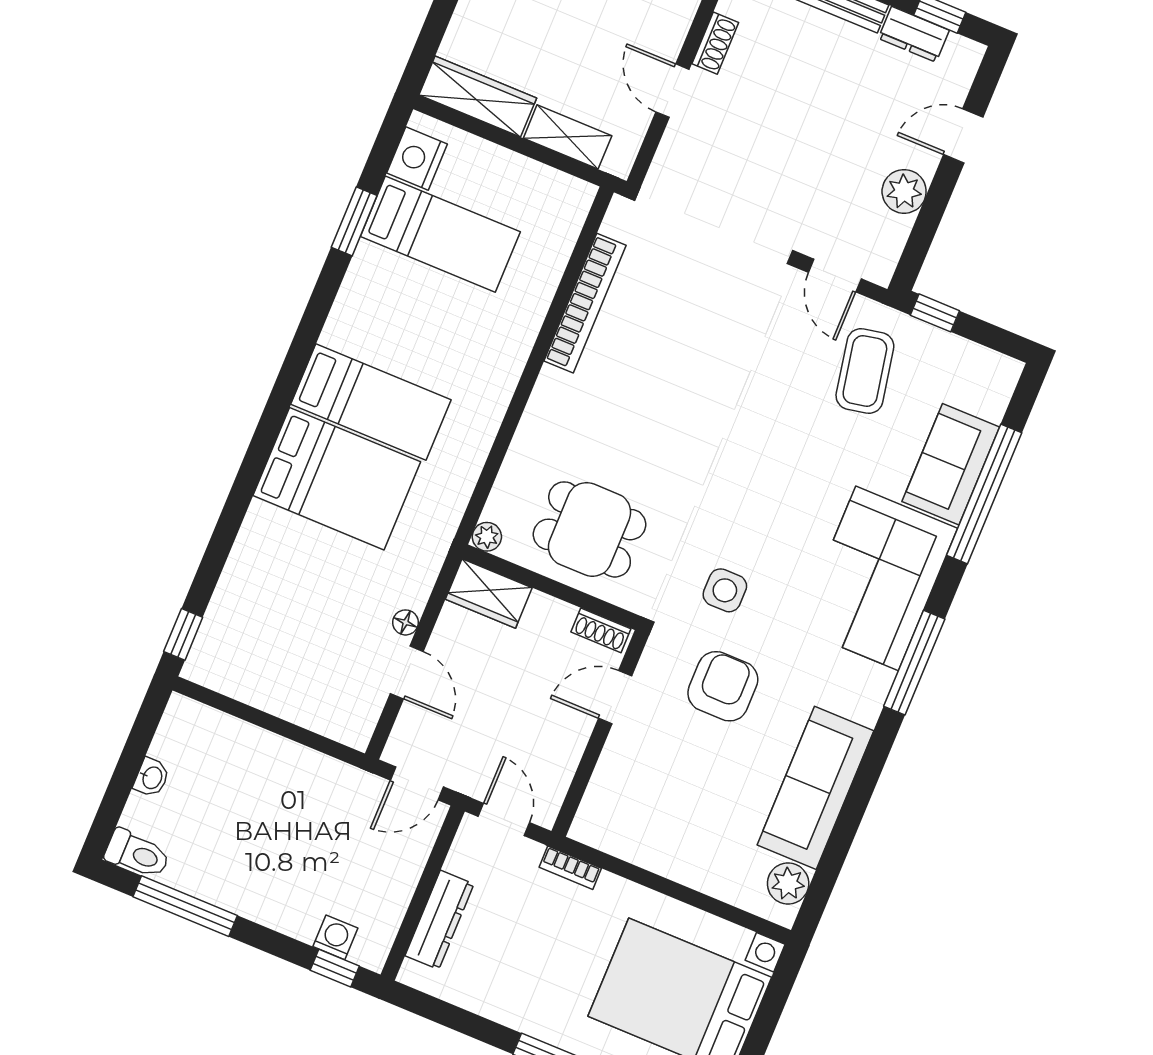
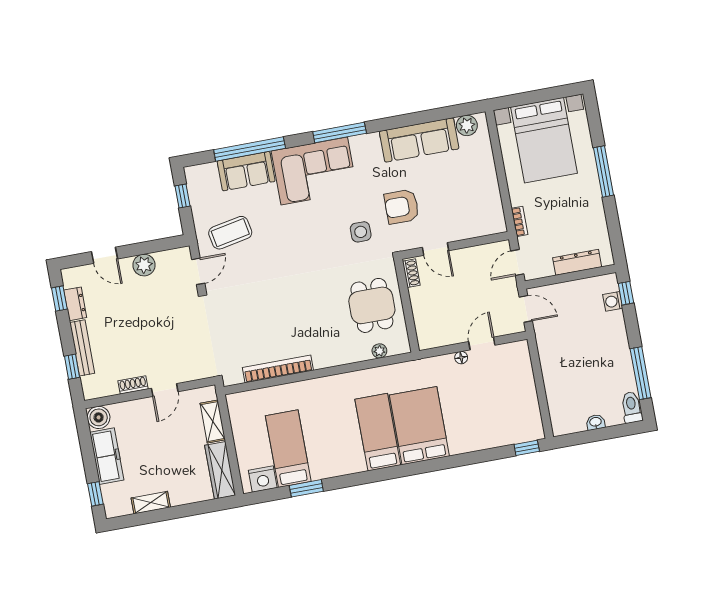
window: (935, 313) -> (183, 196), moved
plant: (487, 537) -> (379, 351), moved
wardrobe: (489, 593) -> (426, 330), removed

